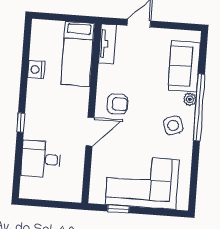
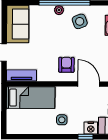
sofa: (184, 66) -> (18, 24), moved, turned -90
nightstand: (36, 69) -> (91, 128), moved
side table: (45, 93) -> (62, 120), added

